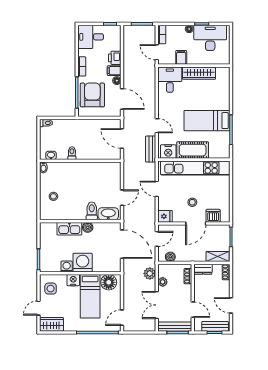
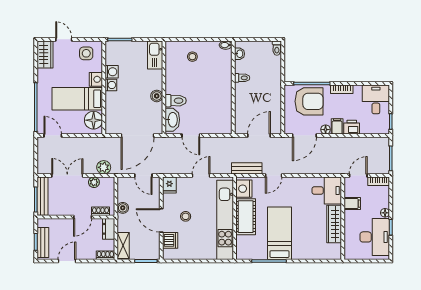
kitchen sink: (69, 229) -> (155, 55), moved
boiler: (170, 257) -> (123, 208), moved
washing machine: (83, 263) -> (111, 85), width x0.53, depth x0.53
door: (193, 310) -> (83, 217), moved

